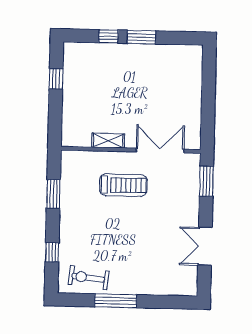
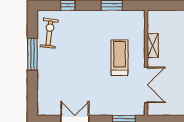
treadmill: (123, 185) -> (120, 58), turned 180

